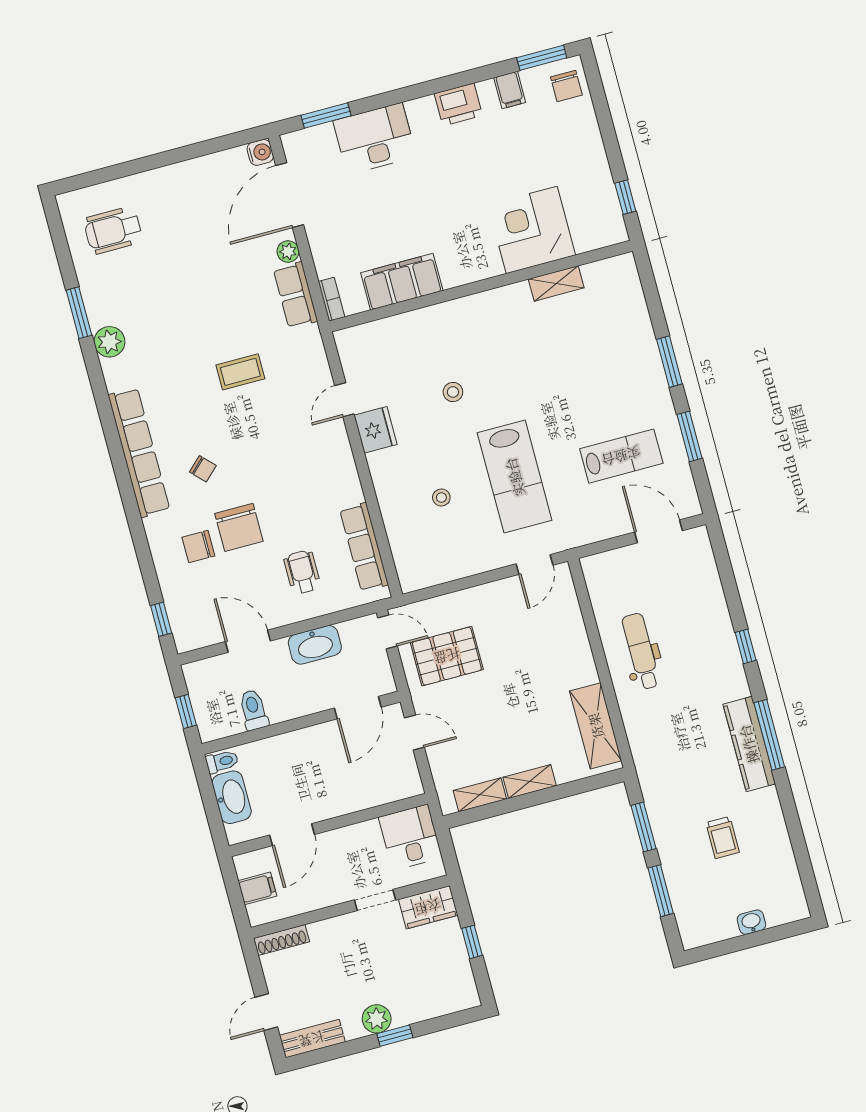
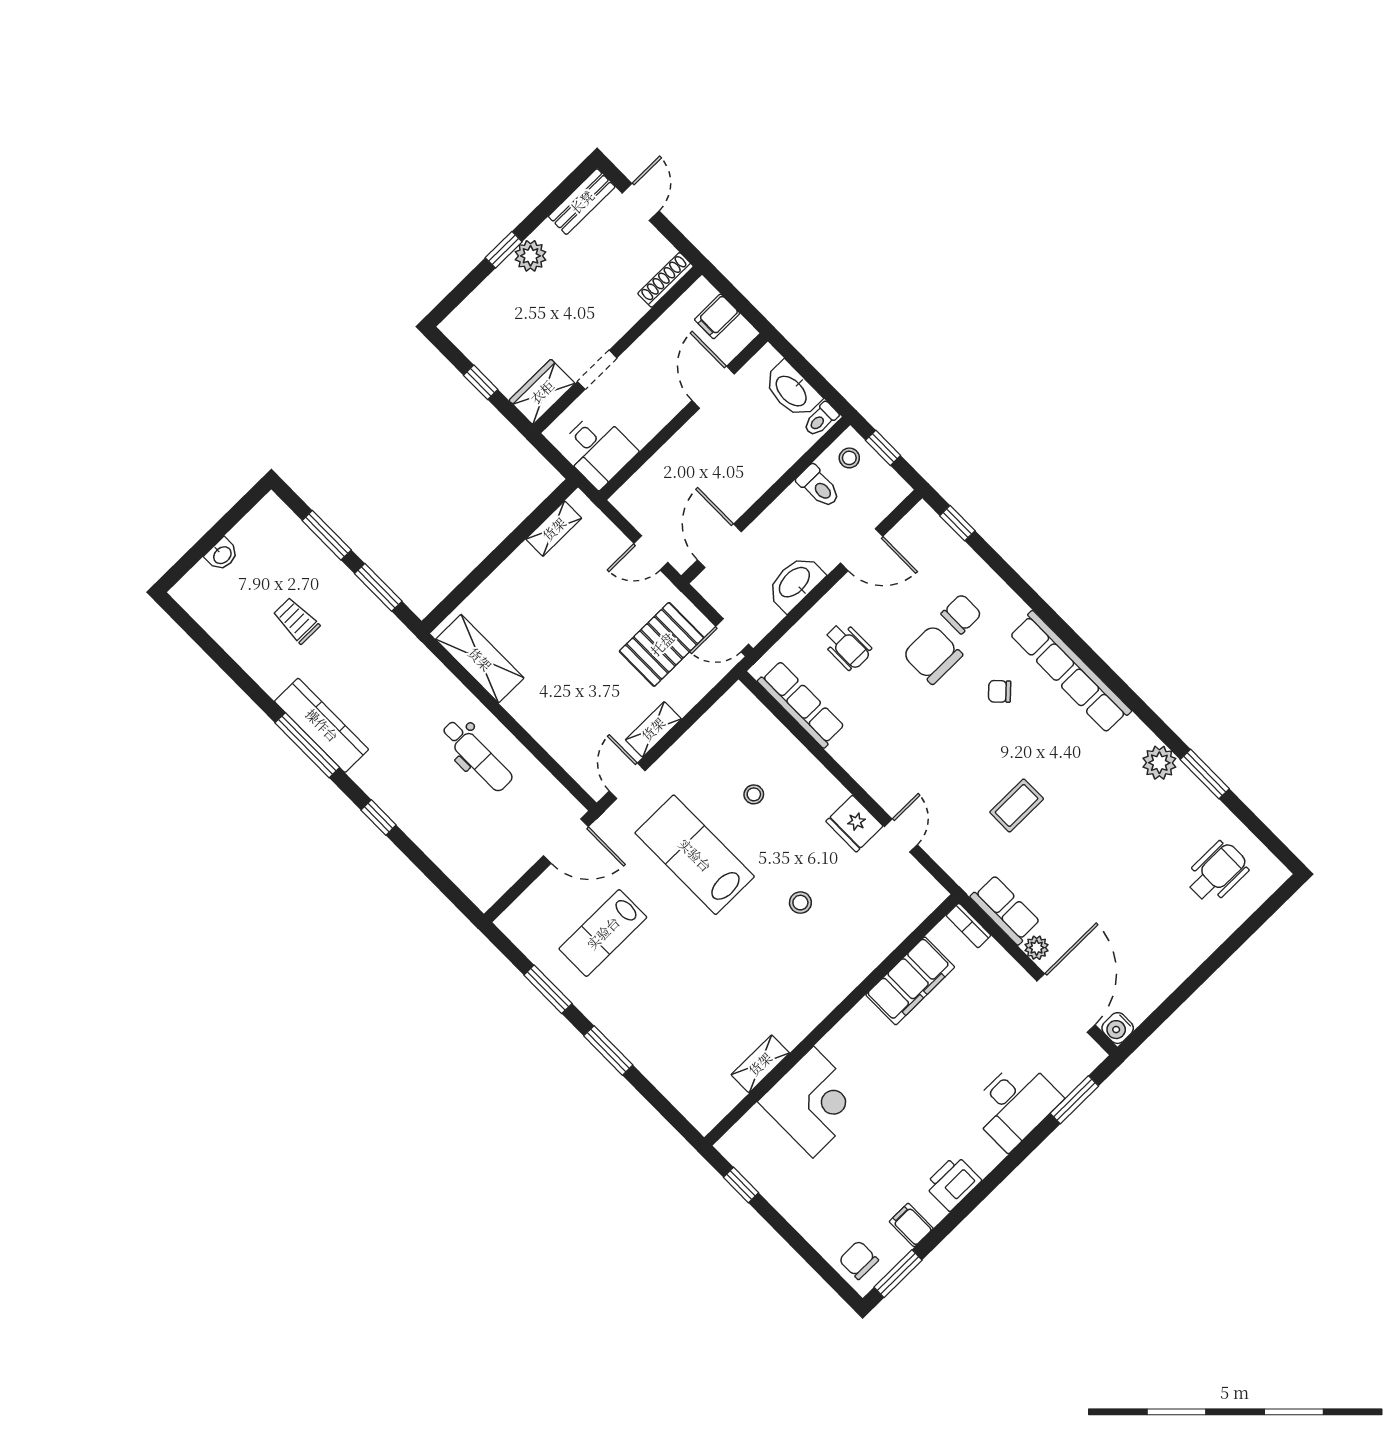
door: (658, 531) -> (566, 841), moved
stool: (217, 719) -> (849, 458), added
shelving: (530, 781) -> (653, 729), moved

